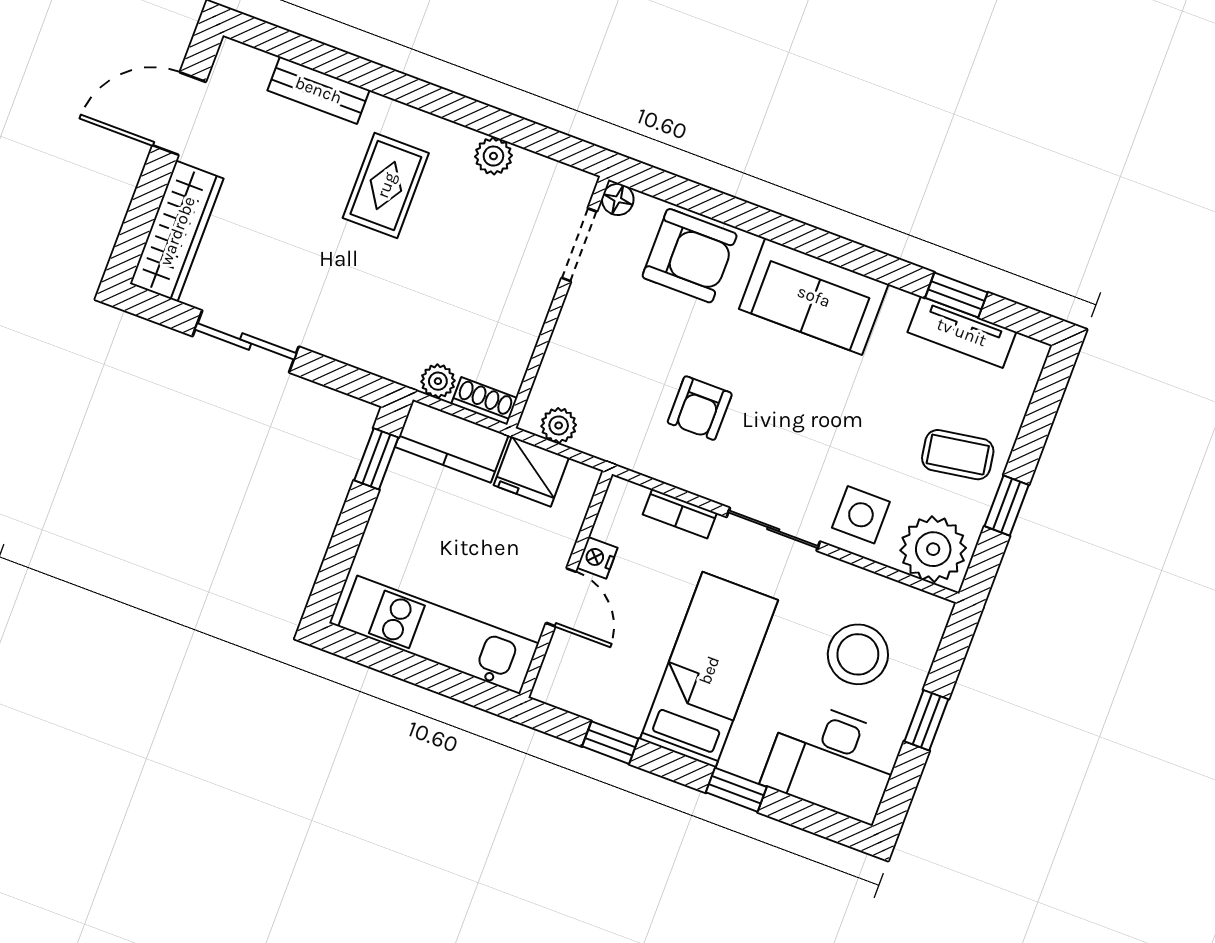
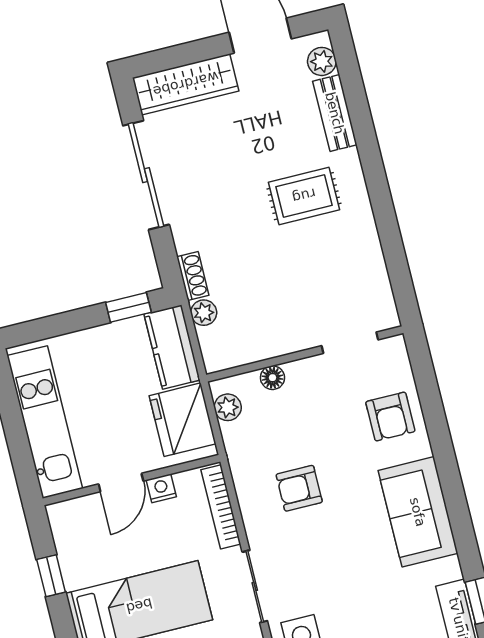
plant: (493, 156) -> (322, 61), moved
floor lamp: (618, 199) -> (272, 378), moved
armchair: (690, 256) -> (390, 417), width x0.72, depth x0.72
sliding door: (246, 341) -> (146, 175), width x1.37
shoe rack: (484, 401) -> (193, 276), moved
fridge: (531, 472) -> (183, 420), width x1.36, depth x1.34
bookcase: (680, 514) -> (221, 507), width x1.56

